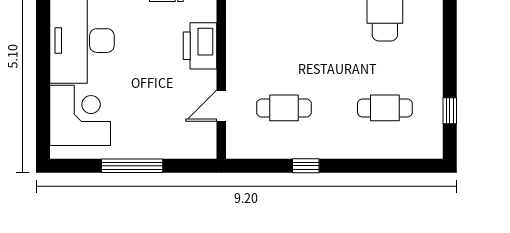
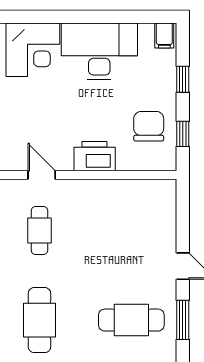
cafe table: (385, 108) -> (39, 320), width x1.37, depth x1.35

